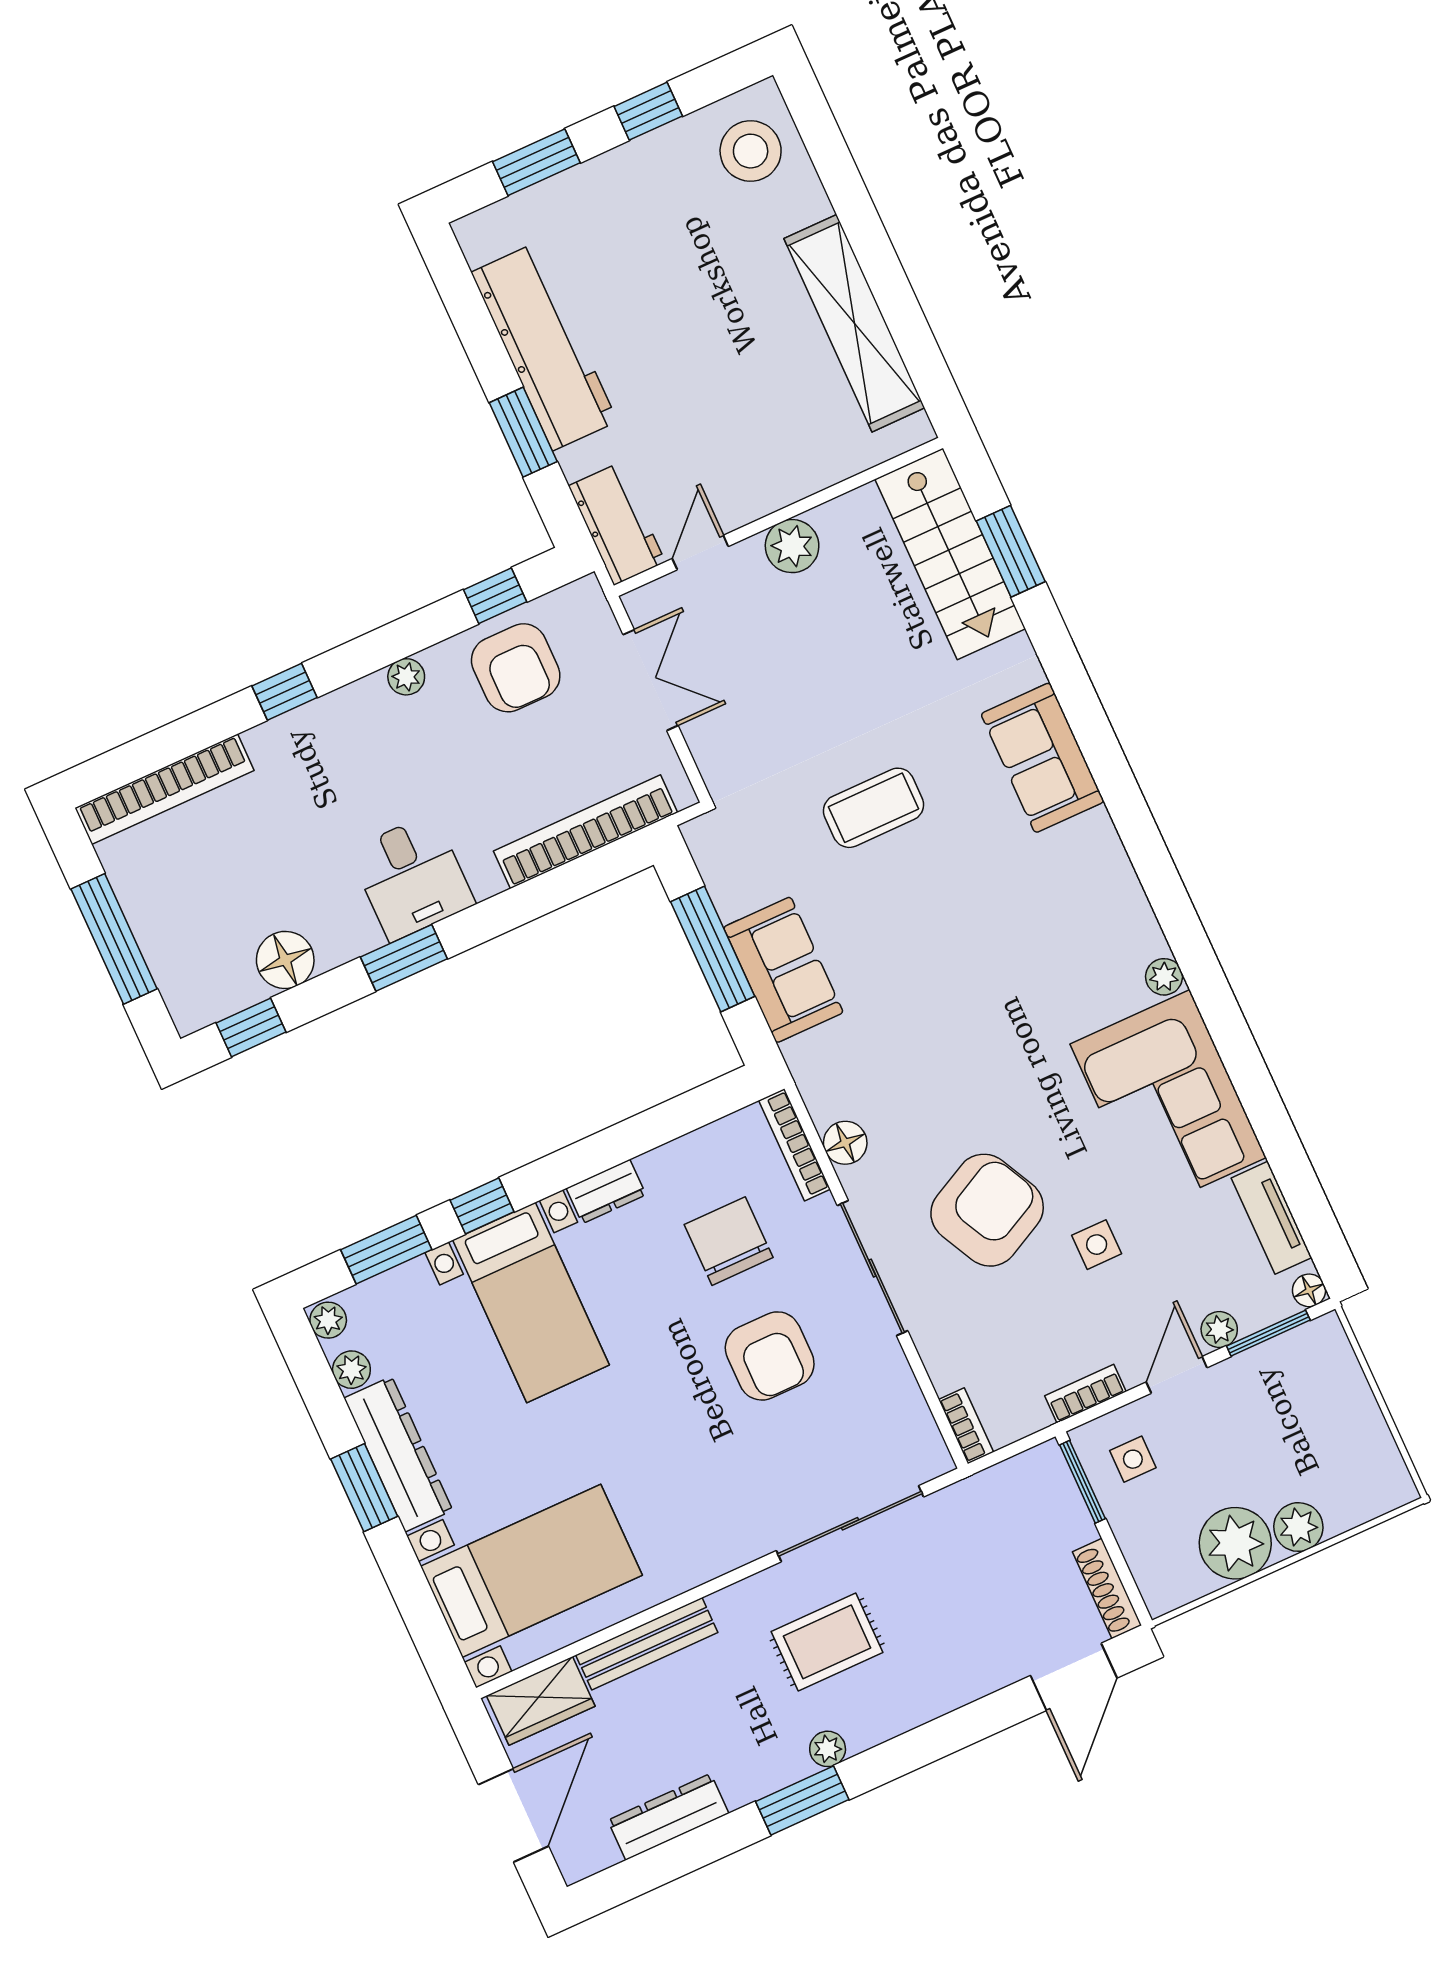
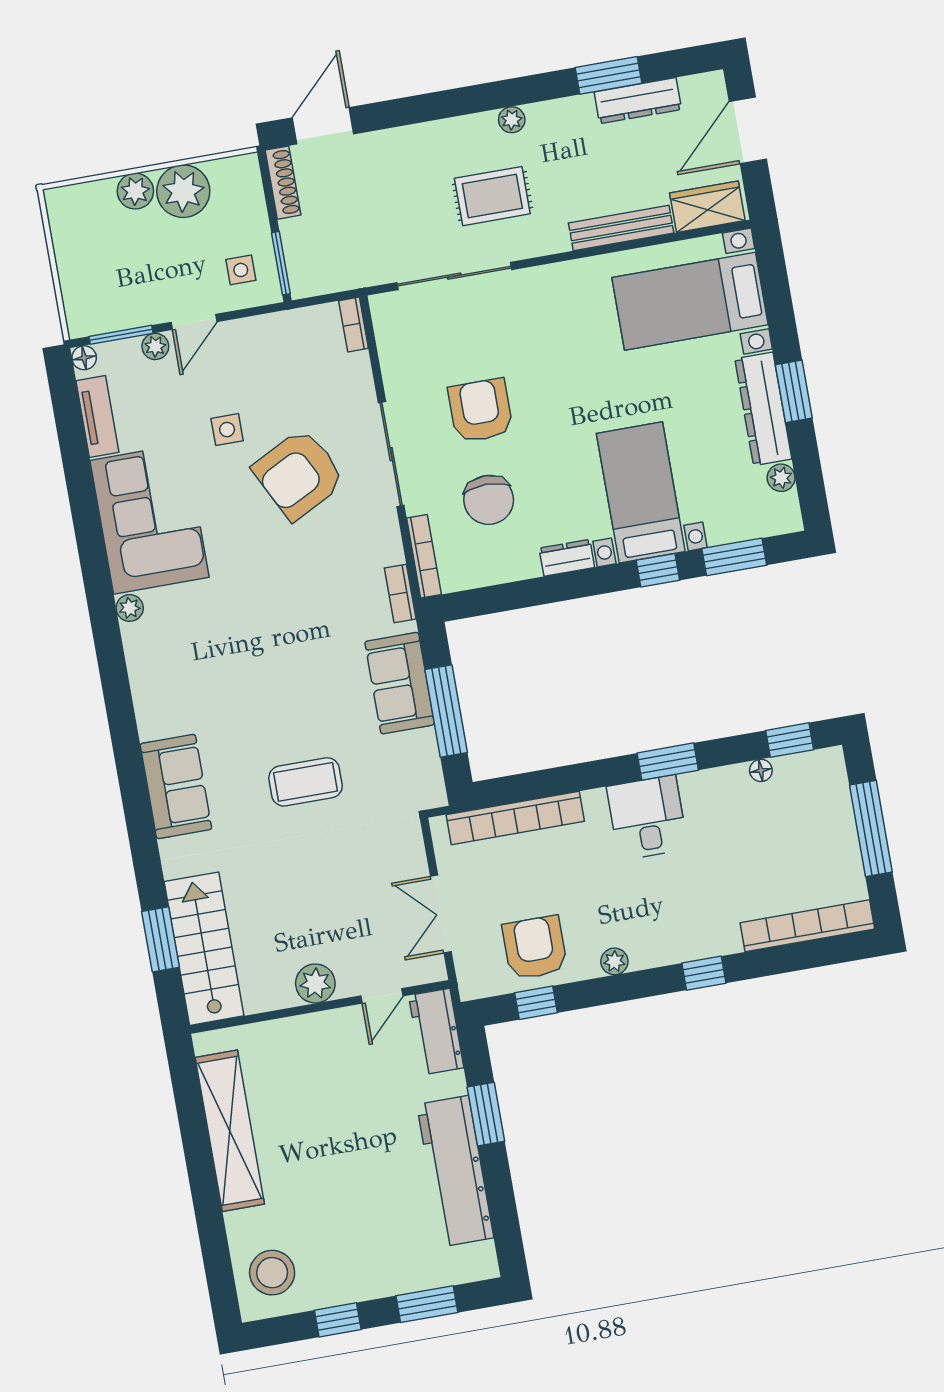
floor lamp: (285, 960) -> (761, 770), width x0.53, depth x0.53
floor lamp: (845, 1143) -> (387, 548), removed
plant: (328, 1320) -> (789, 517), removed
bookcase: (1085, 1394) -> (400, 593), moved, turned 90
window: (802, 1801) -> (608, 75), moved

